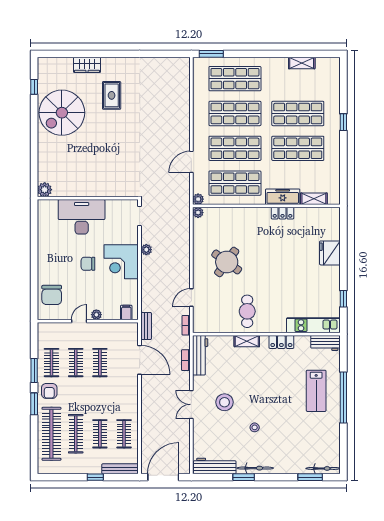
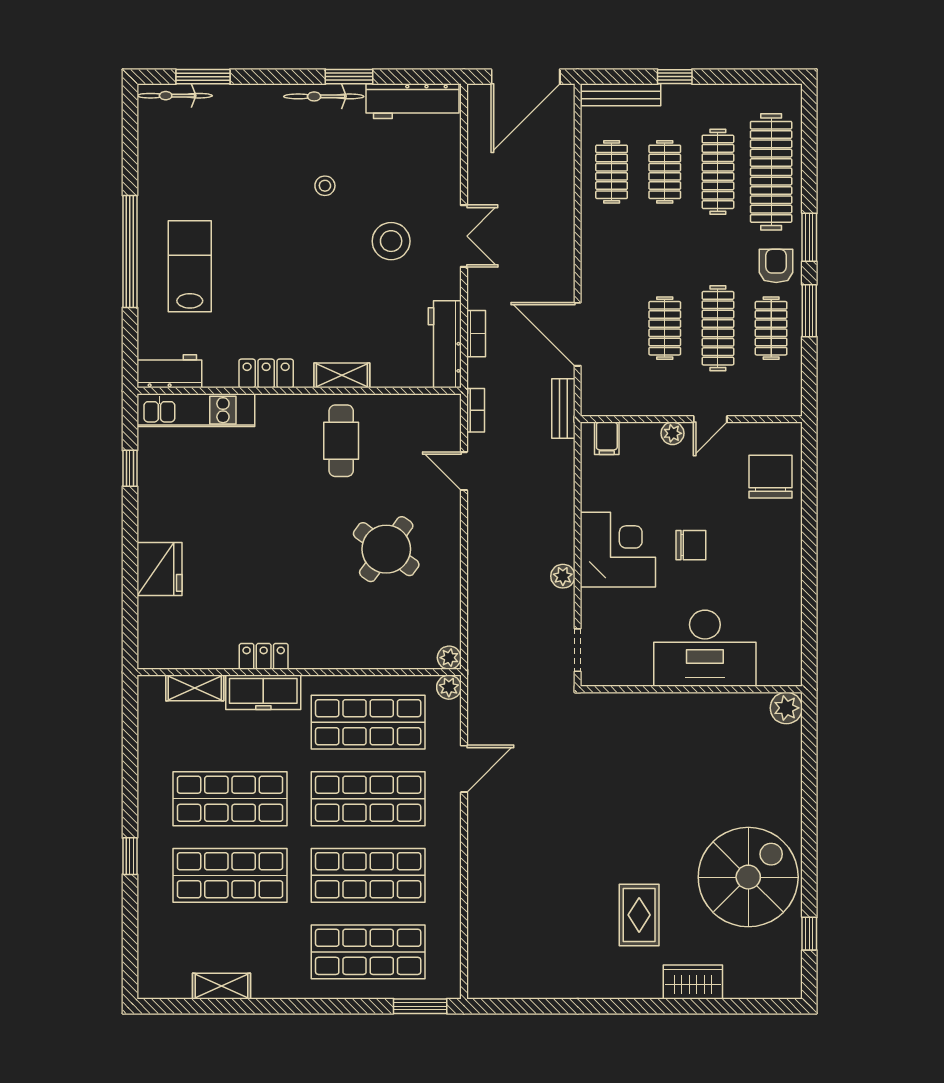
door: (191, 298) -> (464, 471), swing flipped
clothes rail: (76, 363) -> (718, 328), width x1.36

